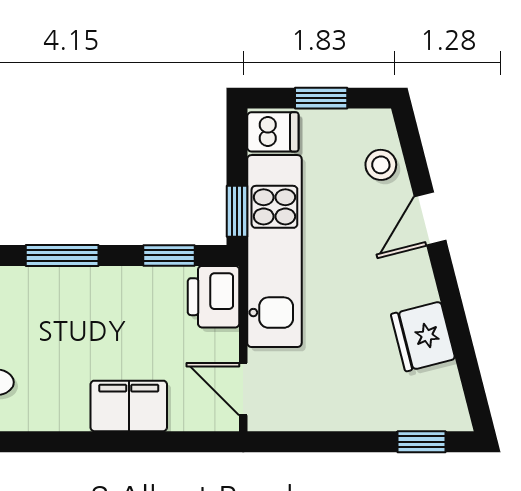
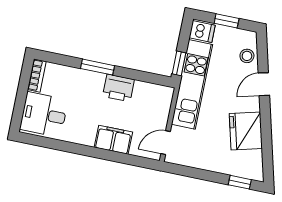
window: (169, 255) -> (145, 77), removed
printer: (214, 297) -> (118, 88), moved, turned -90
fridge: (423, 337) -> (246, 131), width x1.36, depth x1.34
door: (243, 389) -> (166, 143), hinge flipped

